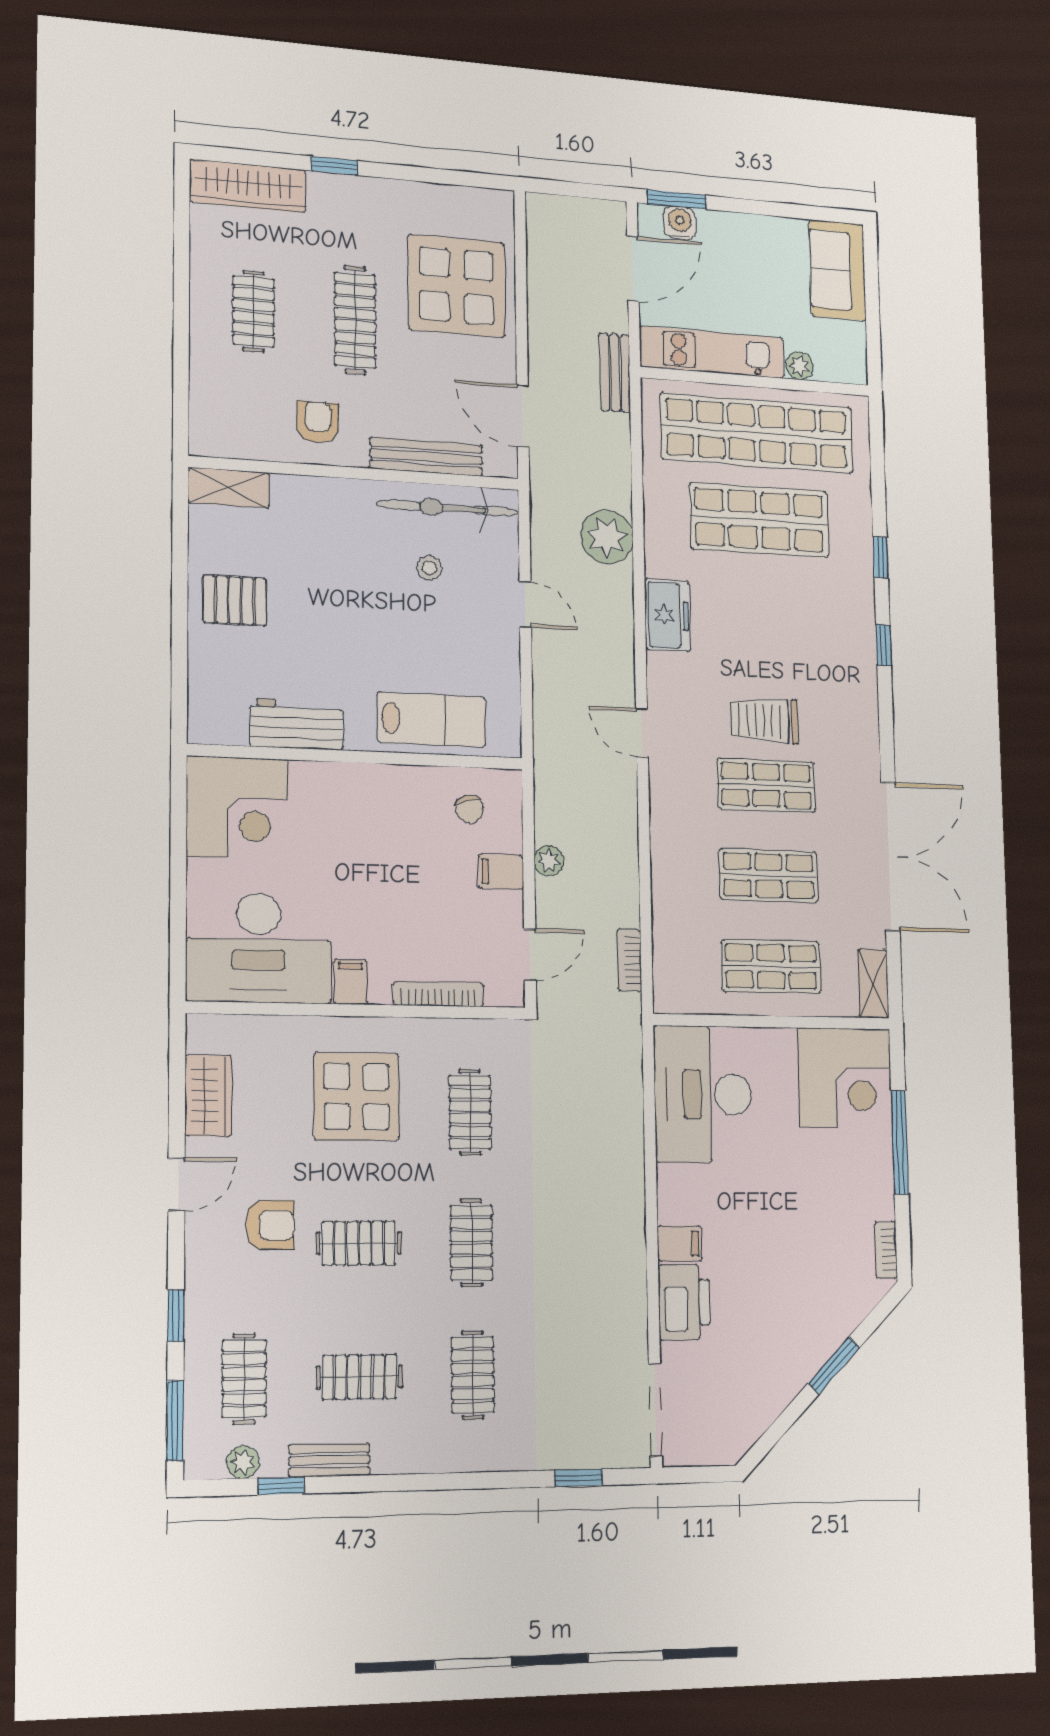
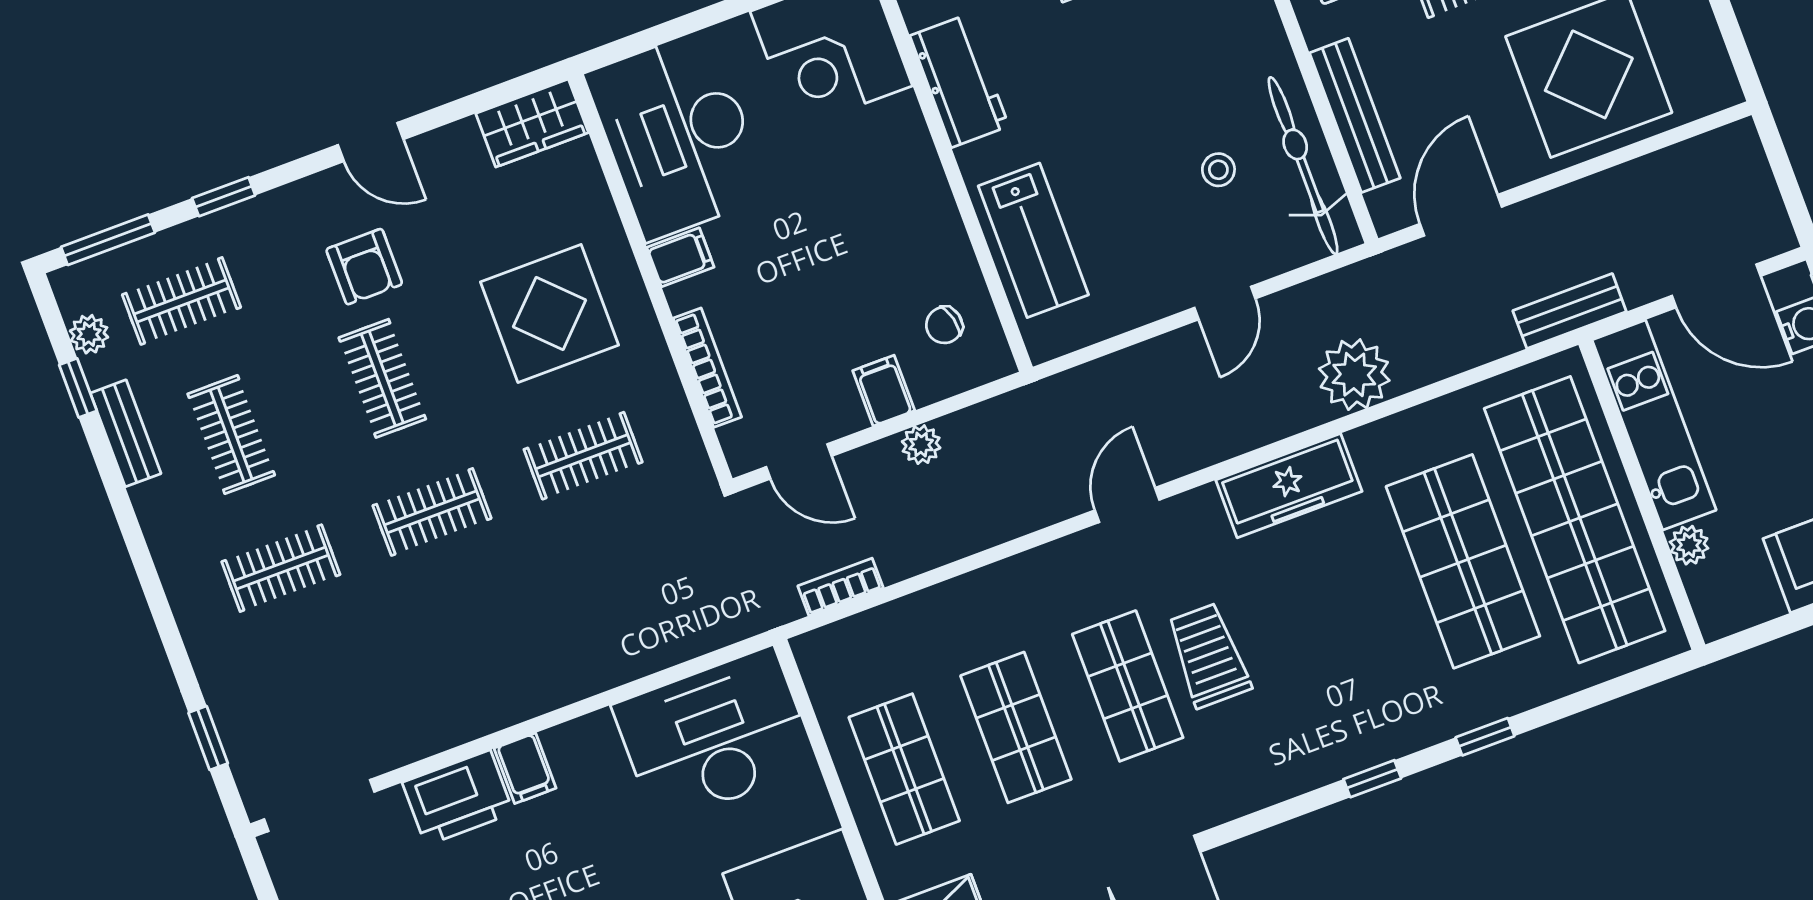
freezer: (667, 615) -> (1289, 486), width x1.40
wardrobe: (208, 1096) -> (532, 123), moved

